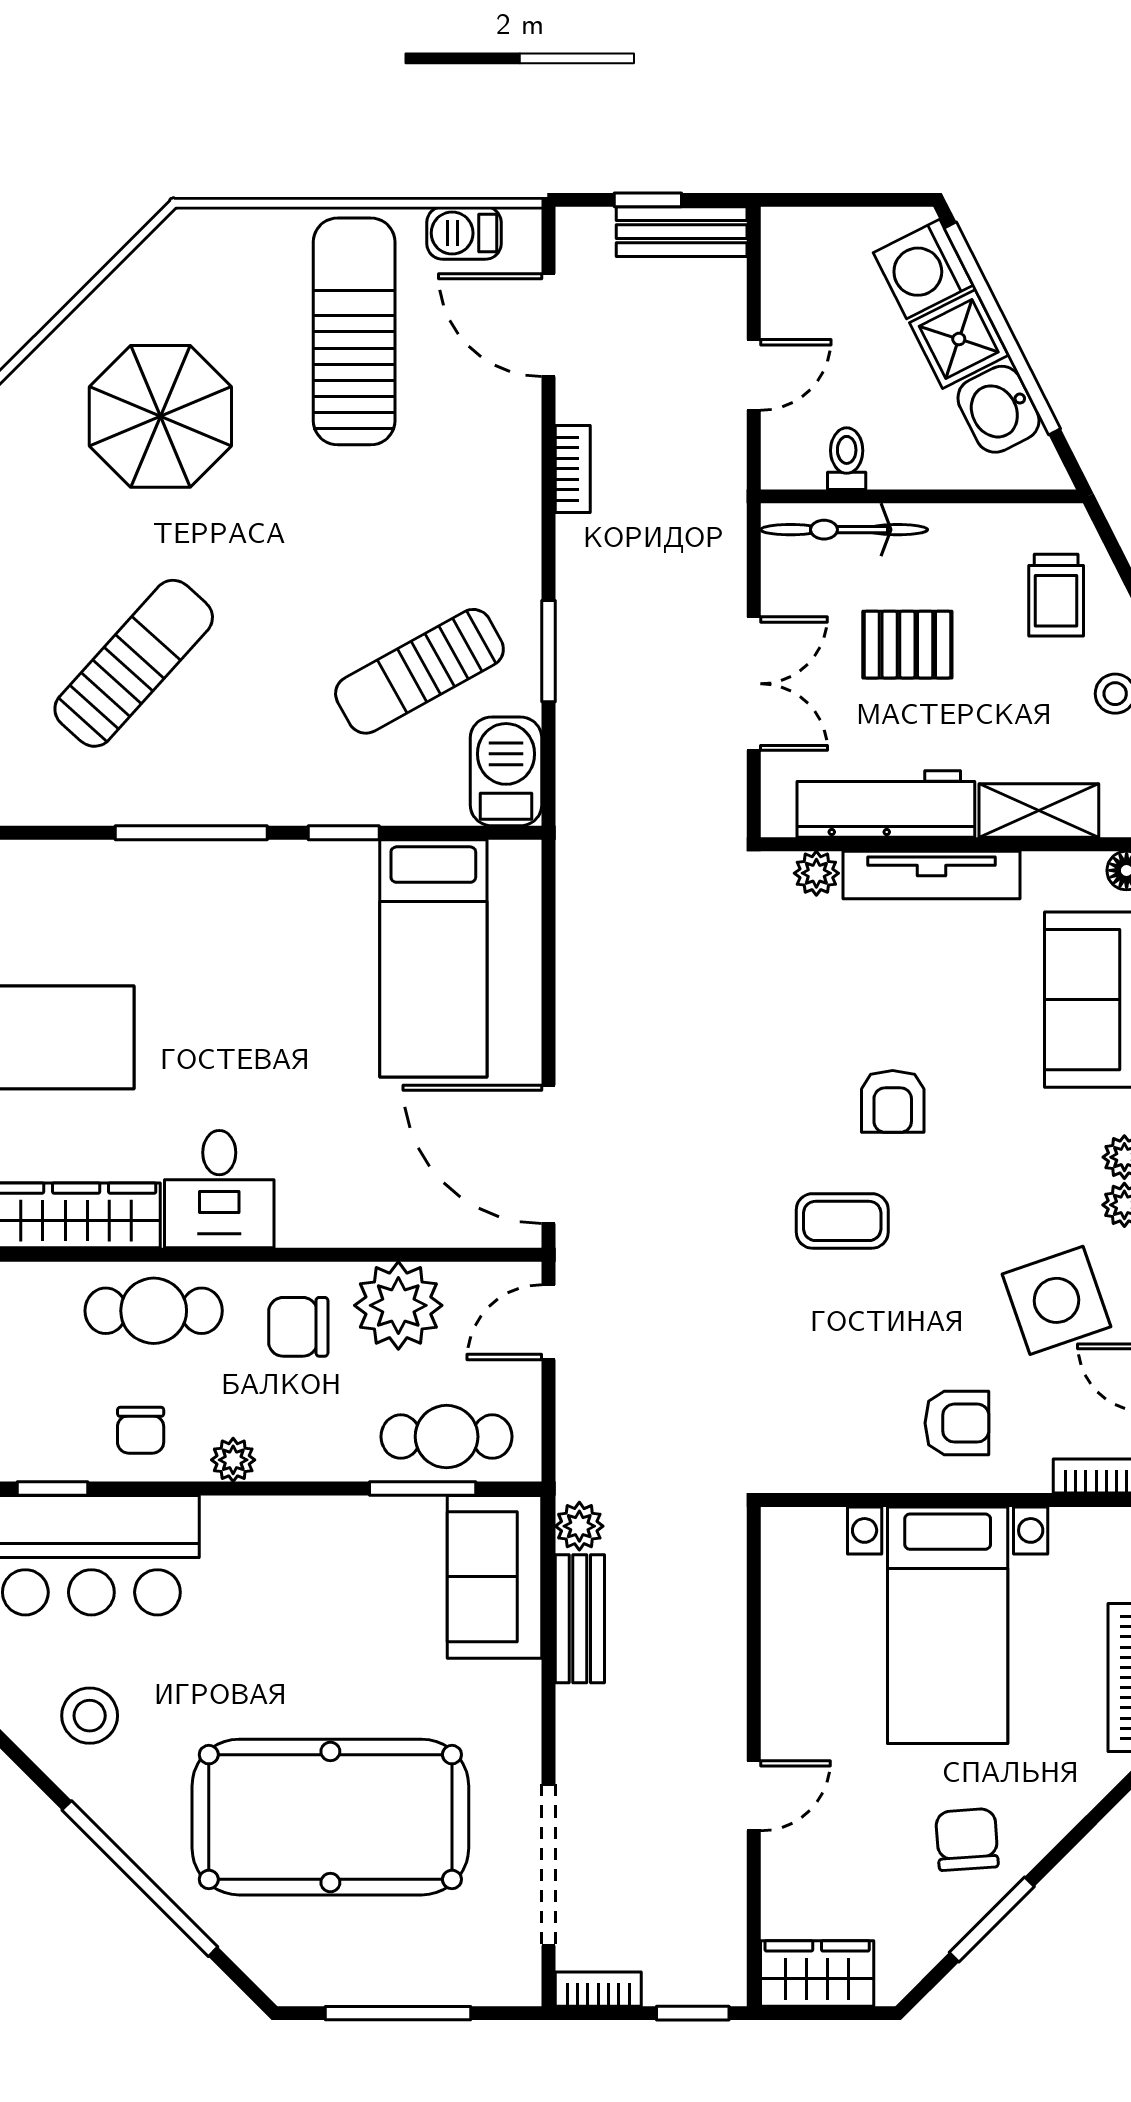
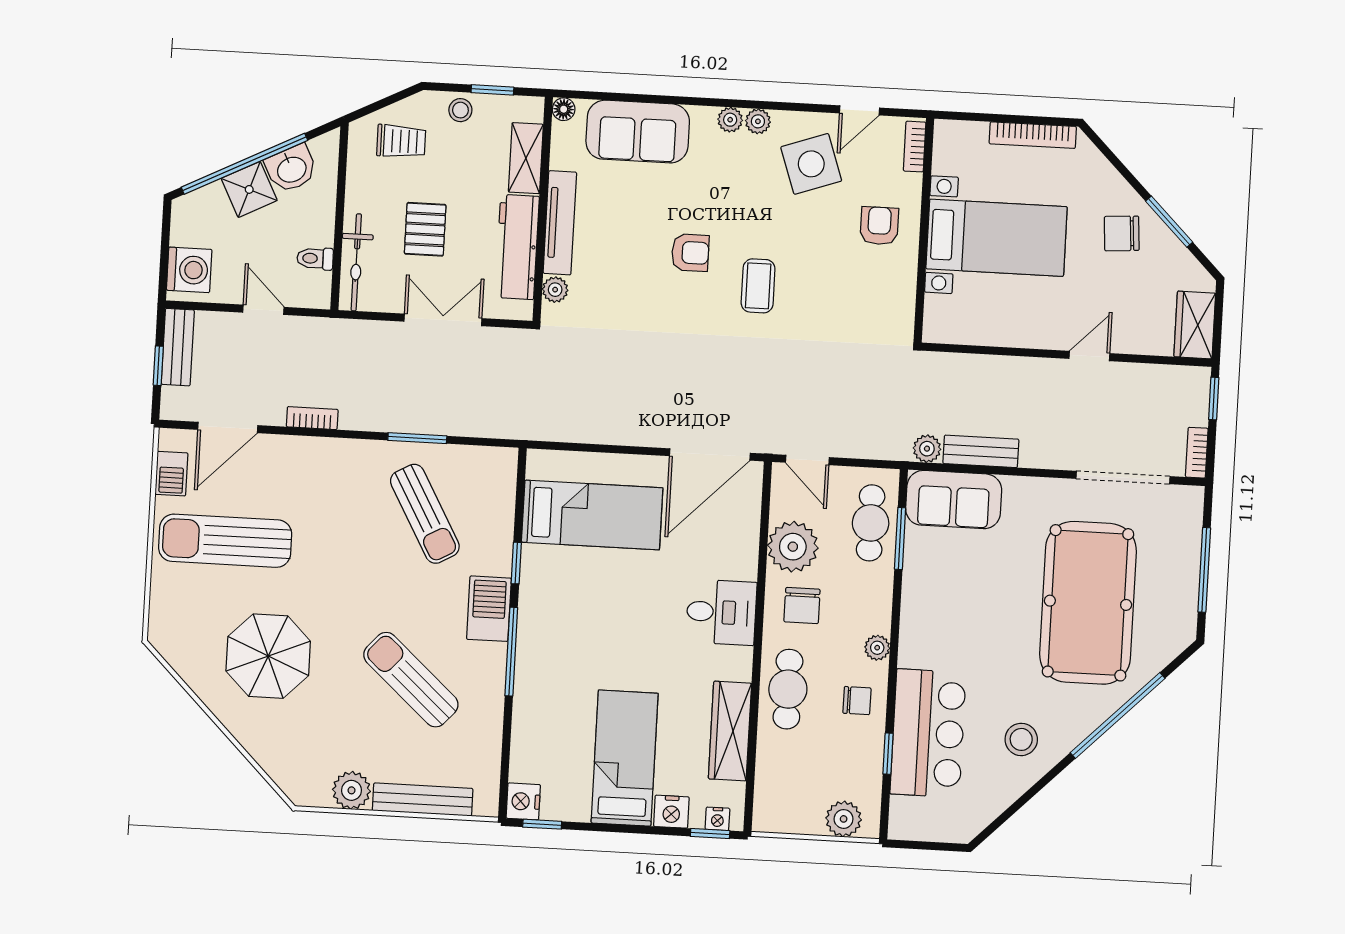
washing machine: (923, 269) -> (189, 270), moved, turned -63
barbecue: (506, 771) -> (489, 609), moved, turned 90
desk: (219, 1189) -> (721, 612), moved
door: (754, 1796) -> (1089, 356), hinge flipped

